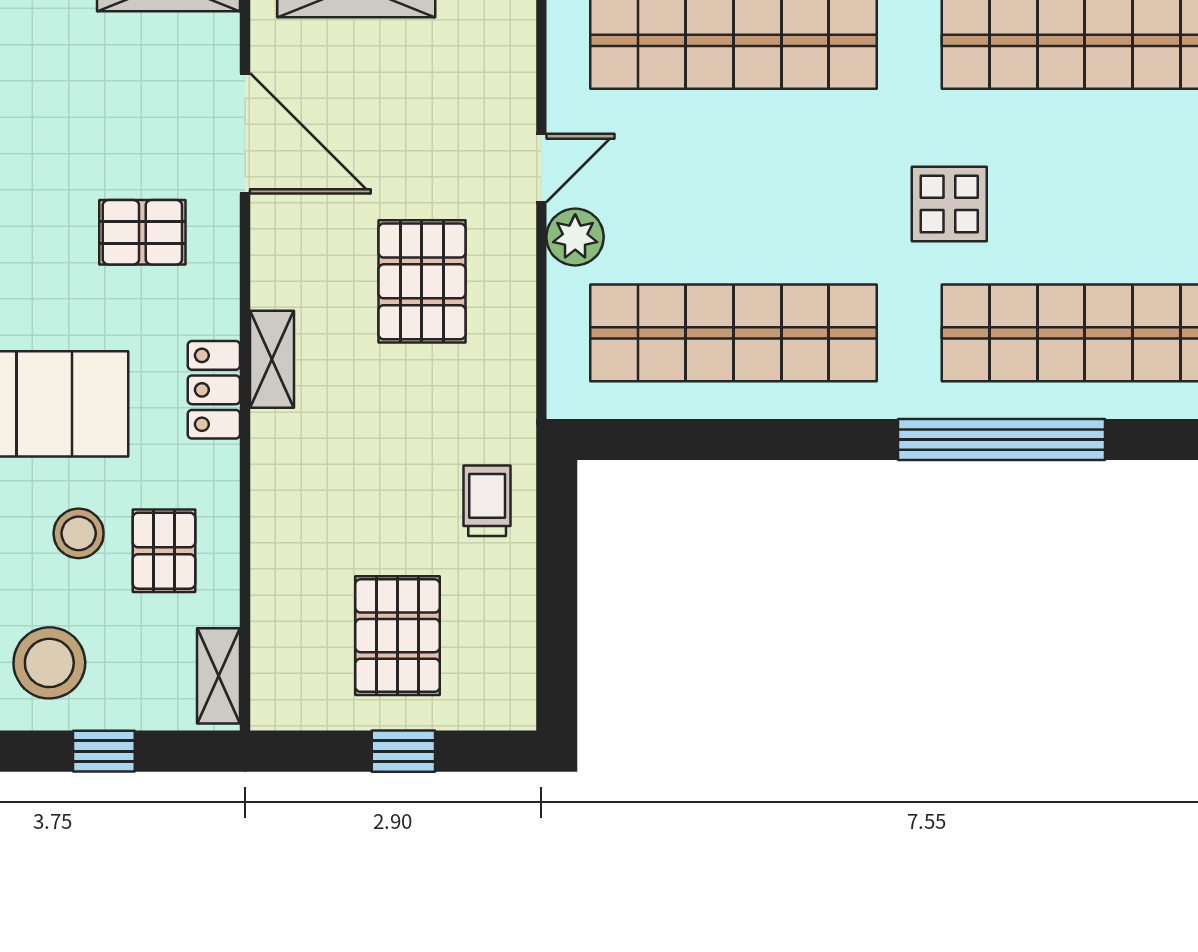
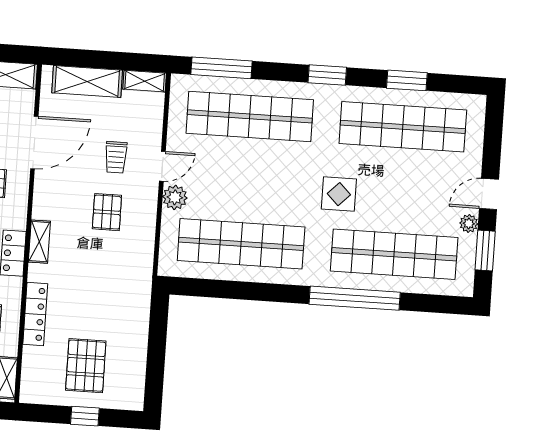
door: (245, 133) -> (34, 142), hinge flipped
pallet: (422, 281) -> (107, 212), width x0.67, depth x0.71
trolley: (487, 501) -> (116, 157), moved, turned 180
locker: (274, 526) -> (35, 314), added

